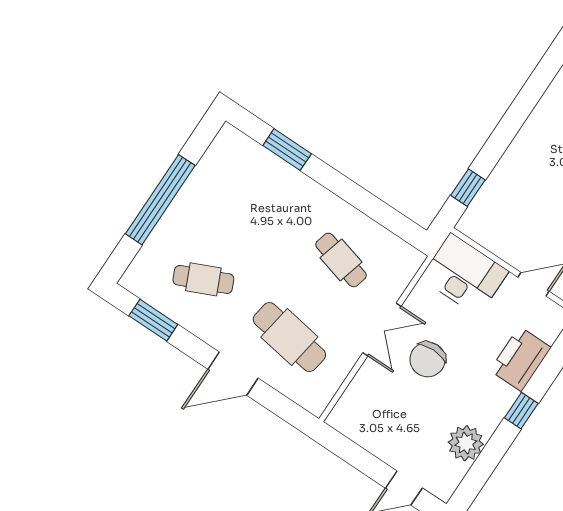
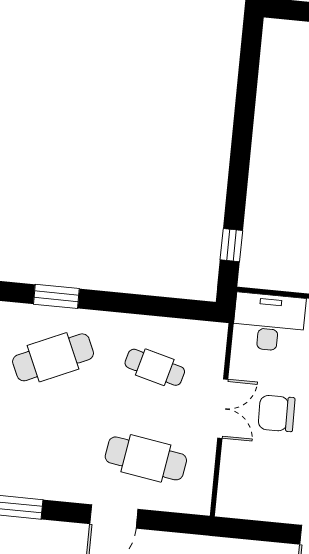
cafe table: (203, 279) -> (53, 357), moved, width x1.37, depth x1.35
chair: (428, 359) -> (276, 413), turned 89

